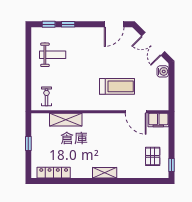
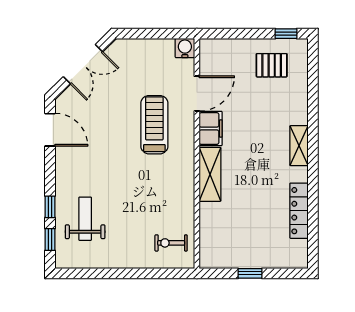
weight bench: (53, 55) -> (85, 219), moved
water cooler: (163, 71) -> (185, 48), moved
shelving: (66, 120) -> (210, 174), moved
filing cabinet: (158, 120) -> (211, 129), moved
locker: (54, 173) -> (299, 211), moved

